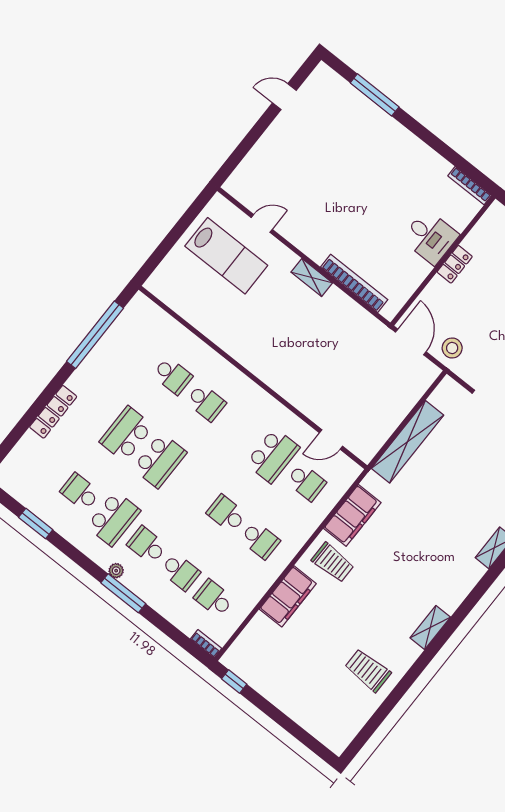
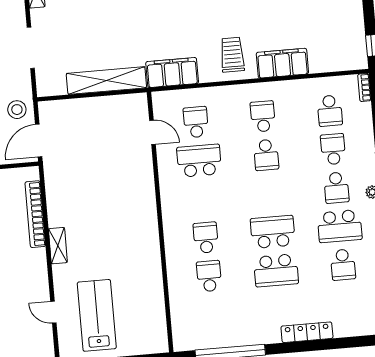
filing cabinet: (352, 515) -> (172, 73), moved
school desk: (113, 519) -> (340, 226), turned 180

